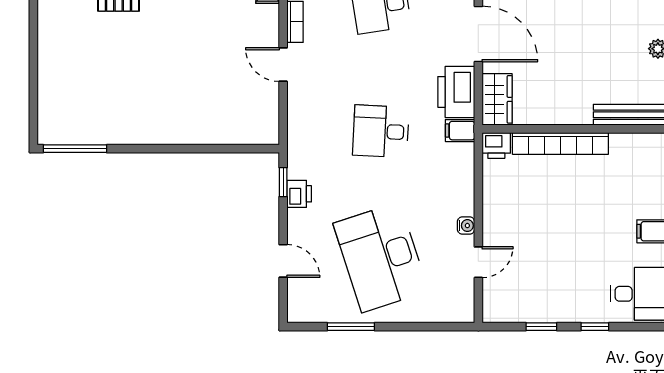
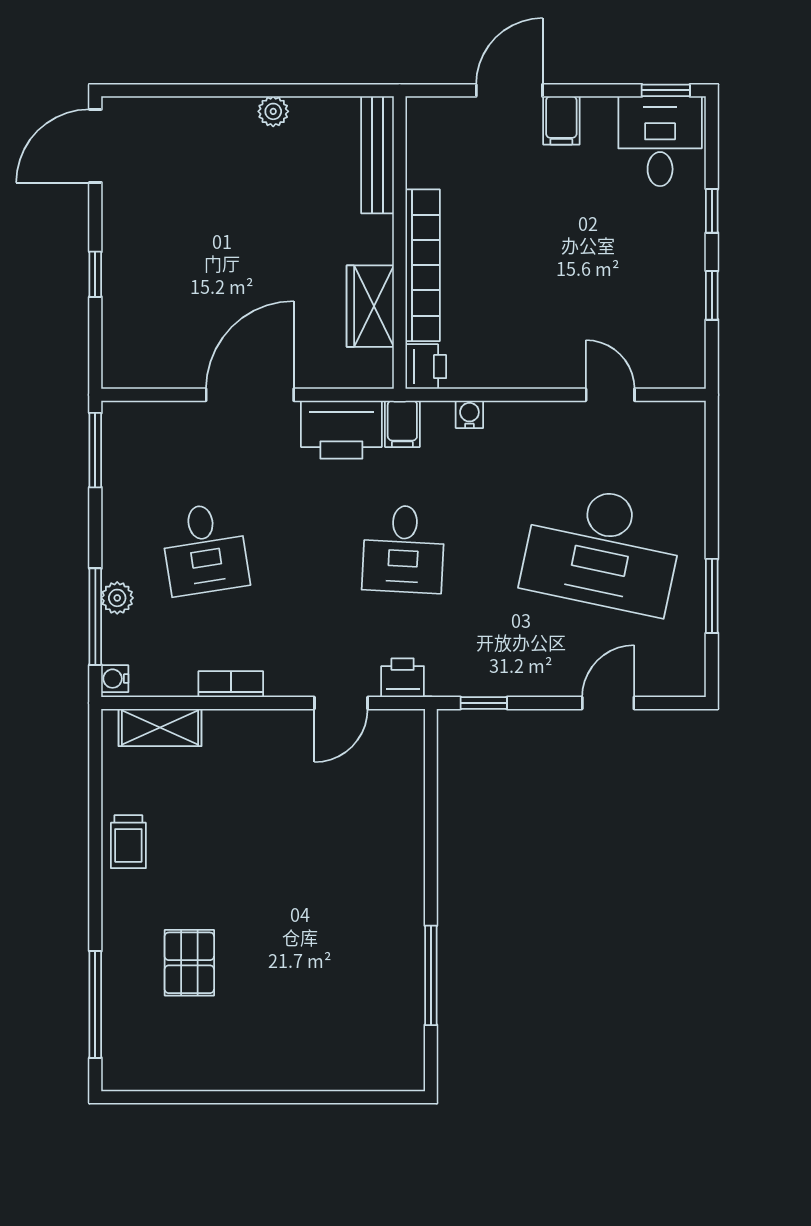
door: (283, 65) -> (341, 703), moved
wardrobe: (497, 99) -> (370, 306), moved, turned -90
window: (75, 149) -> (431, 975), moved
printer: (299, 194) -> (403, 678), moved
water cooler: (466, 226) -> (469, 414), moved
desk: (381, 257) -> (602, 549), turned 30

